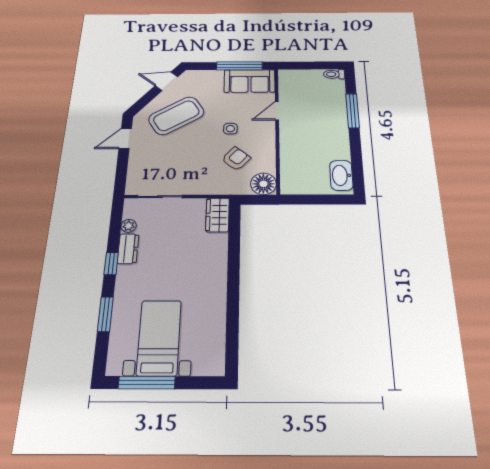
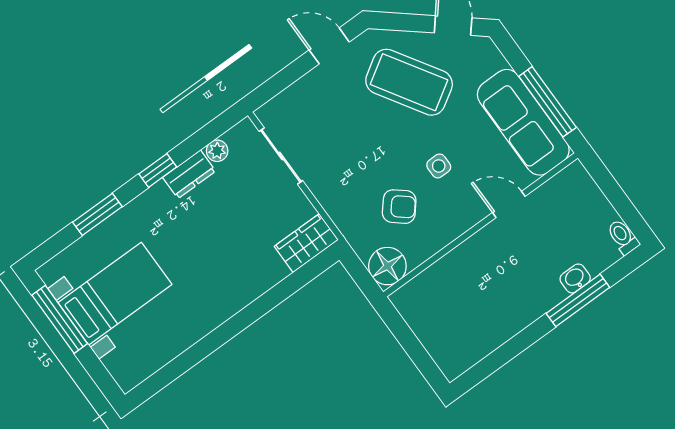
sofa: (250, 81) -> (523, 122), width x1.36
washbasin: (341, 175) -> (575, 278), moved, width x0.52, depth x0.69

